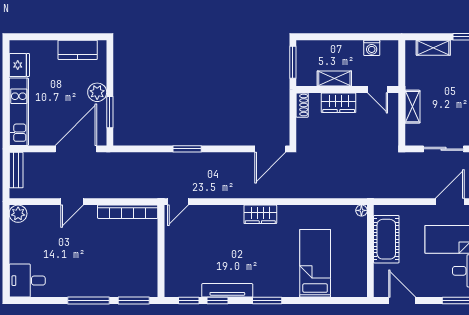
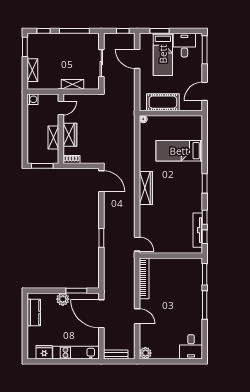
washing machine: (372, 48) -> (32, 99), moved
wardrobe: (260, 214) -> (146, 188), width x1.50
tv unit: (227, 290) -> (198, 230), moved

